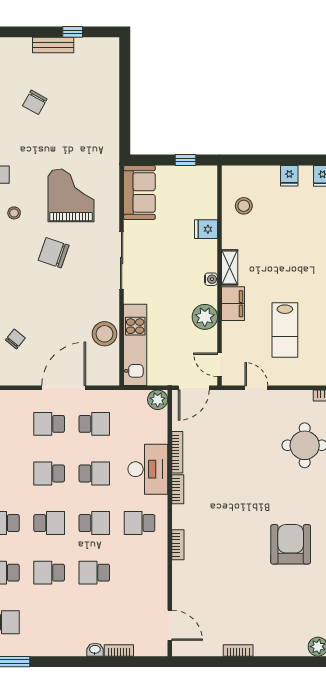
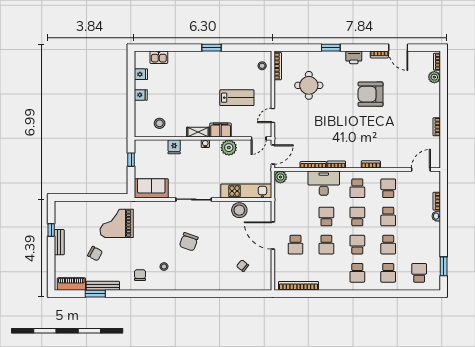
grand piano: (71, 195) -> (117, 223), moved
door: (194, 388) -> (273, 155), hinge flipped
school desk: (94, 424) -> (388, 188), moved

